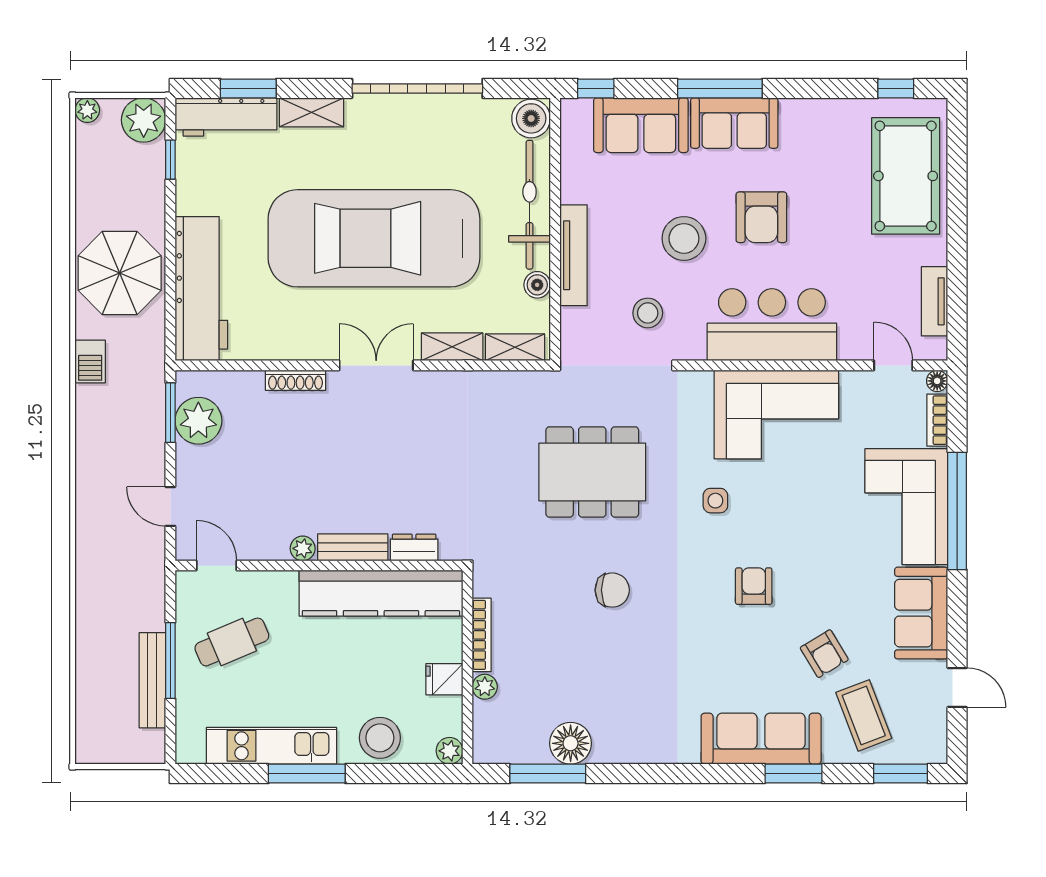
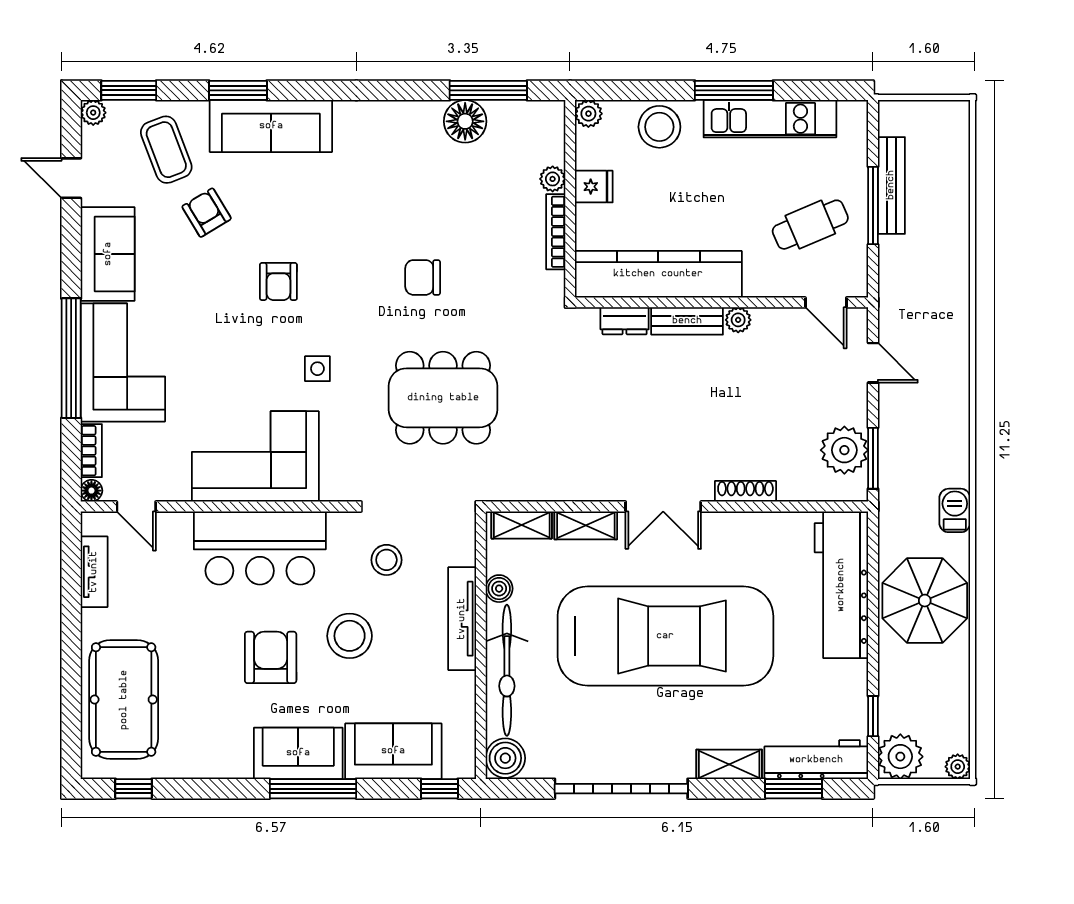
plant: (935, 752) -> (93, 113), added

